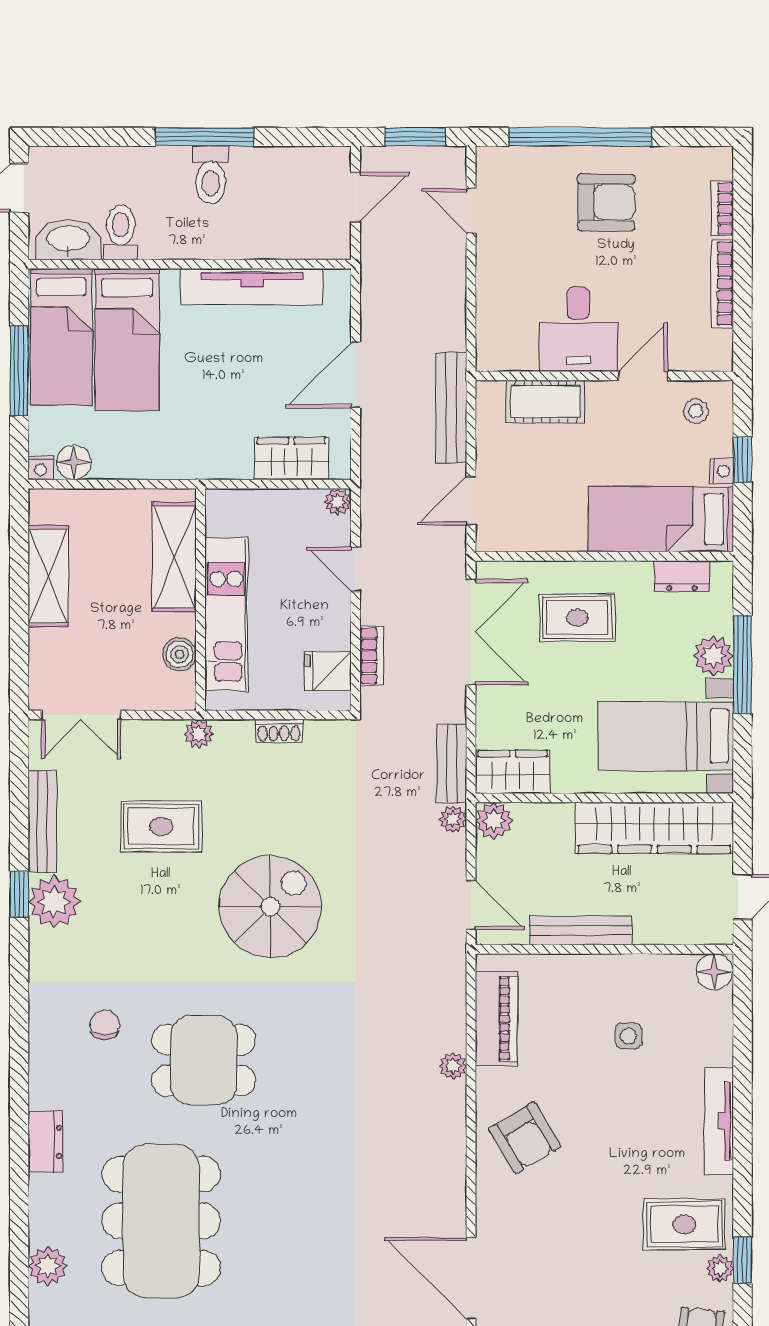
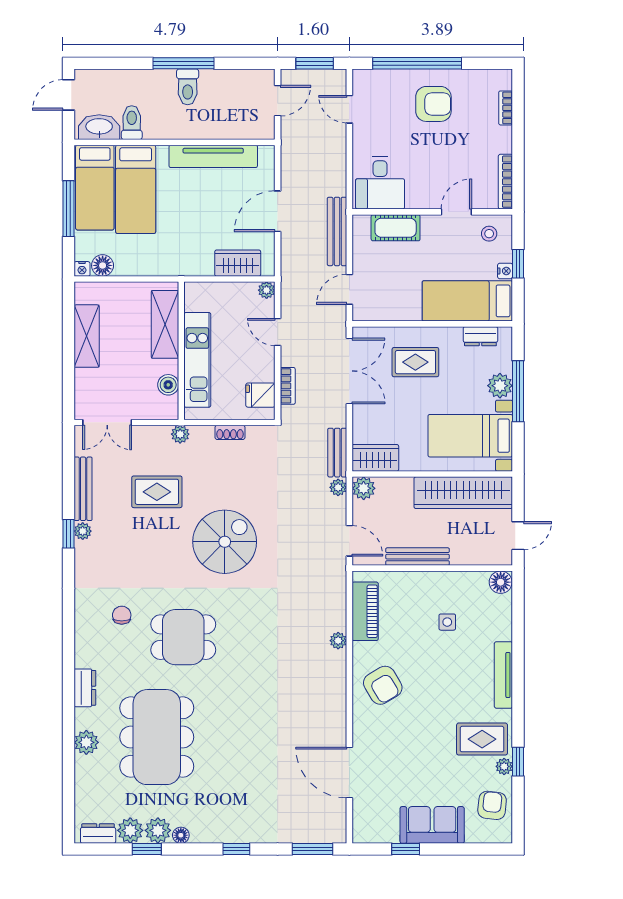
bookcase: (722, 283) -> (505, 182), moved
desk: (578, 329) -> (380, 183), moved
plant: (54, 902) -> (83, 531), width x0.53, depth x0.53
plant: (48, 1266) -> (86, 742), moved

